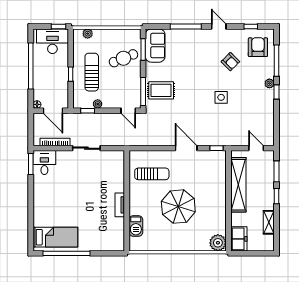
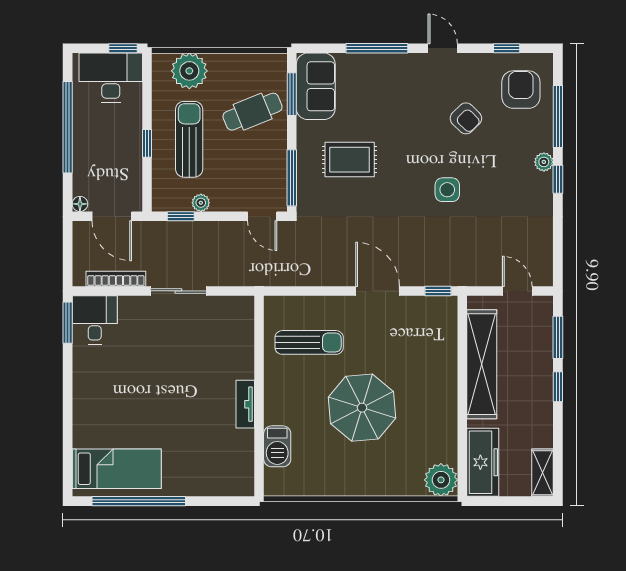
plant: (88, 34) -> (189, 71), width x1.87, depth x1.87
rug: (161, 90) -> (350, 160), moved
shelving: (269, 222) -> (543, 473), moved
freezer: (239, 239) -> (483, 462), width x1.40

